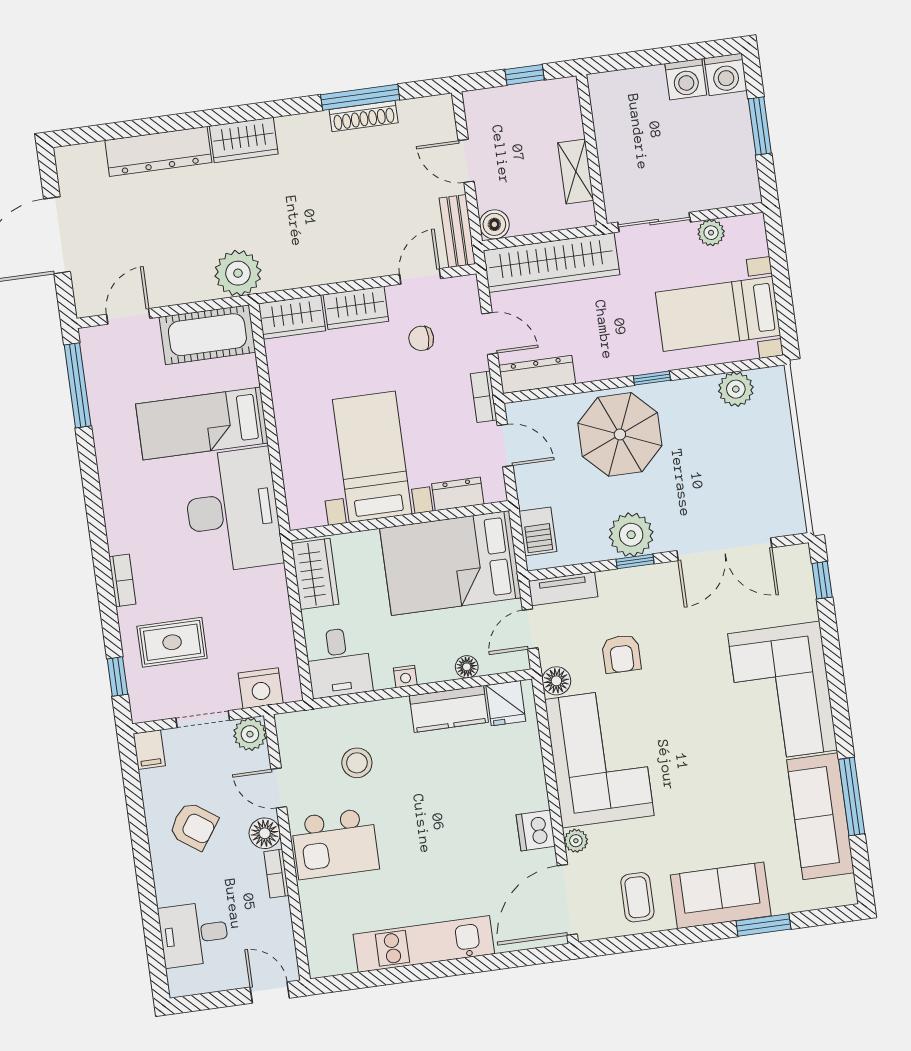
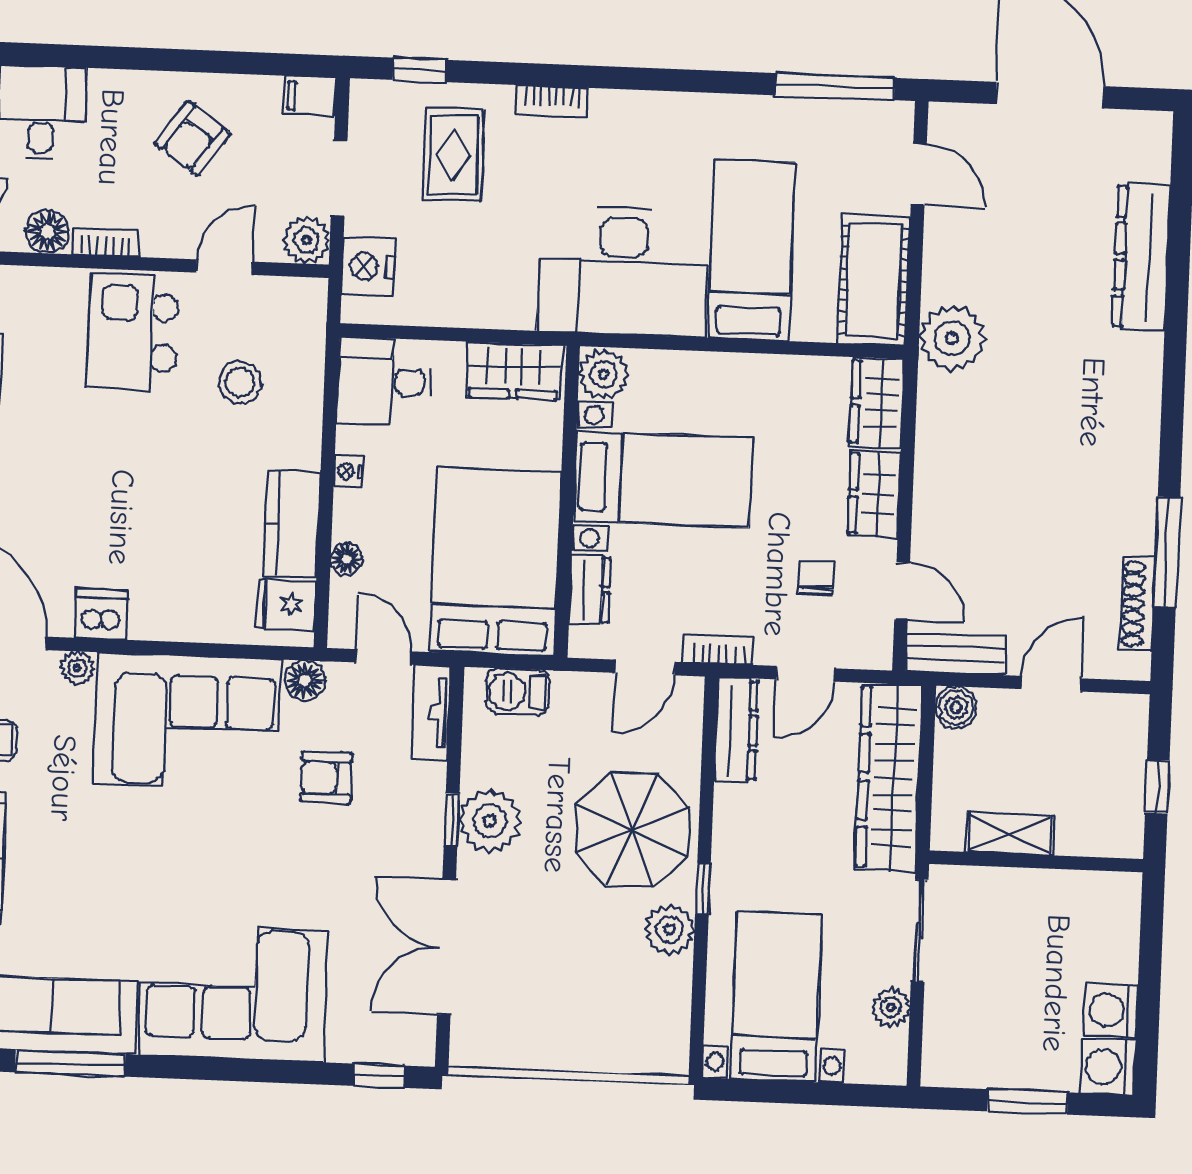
shoe rack: (364, 116) -> (1137, 604), moved
wardrobe: (244, 140) -> (1136, 379), removed
plant: (736, 389) -> (670, 930), moved
plant: (306, 511) -> (604, 374), added
floor lamp: (265, 833) -> (47, 231), moved

